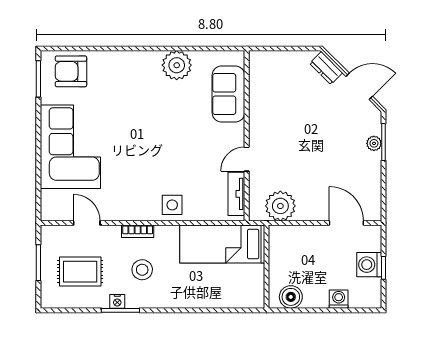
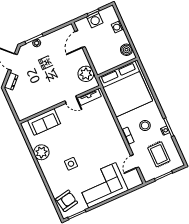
armchair: (71, 71) -> (67, 201), turned -101
side table: (172, 205) -> (71, 164), moved
bed: (222, 244) -> (125, 89), width x2.04

